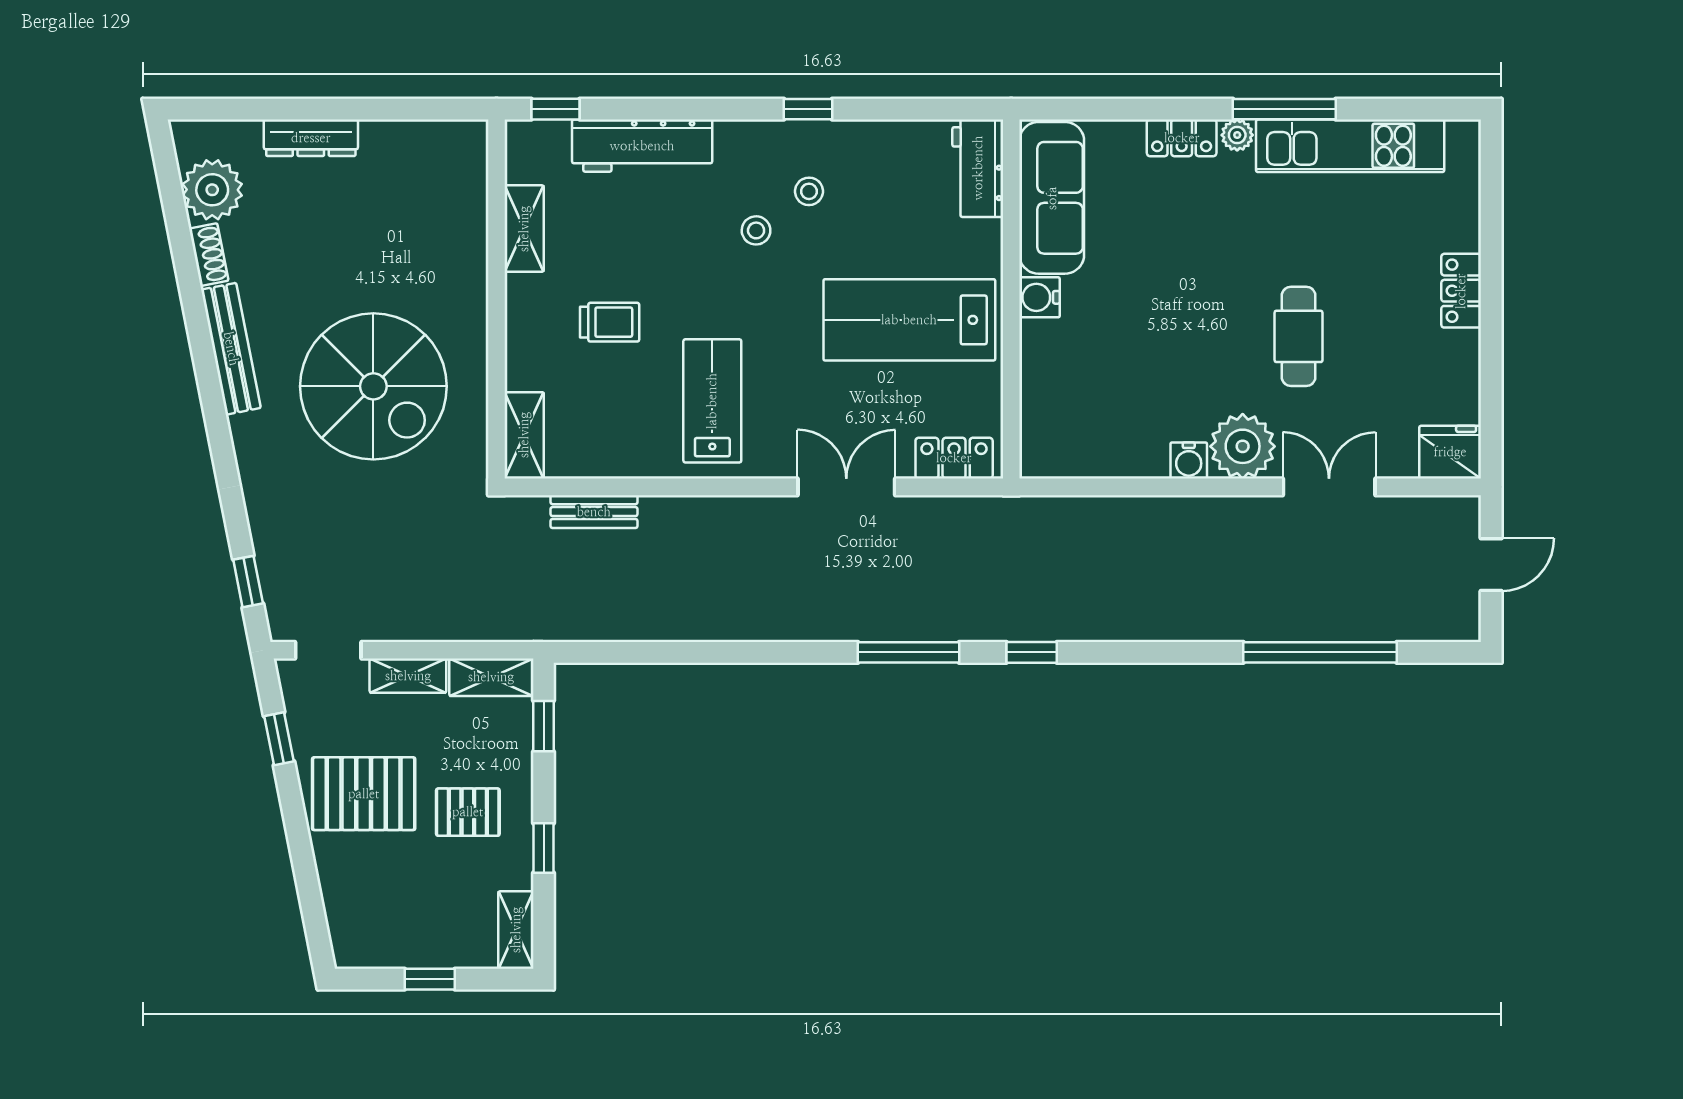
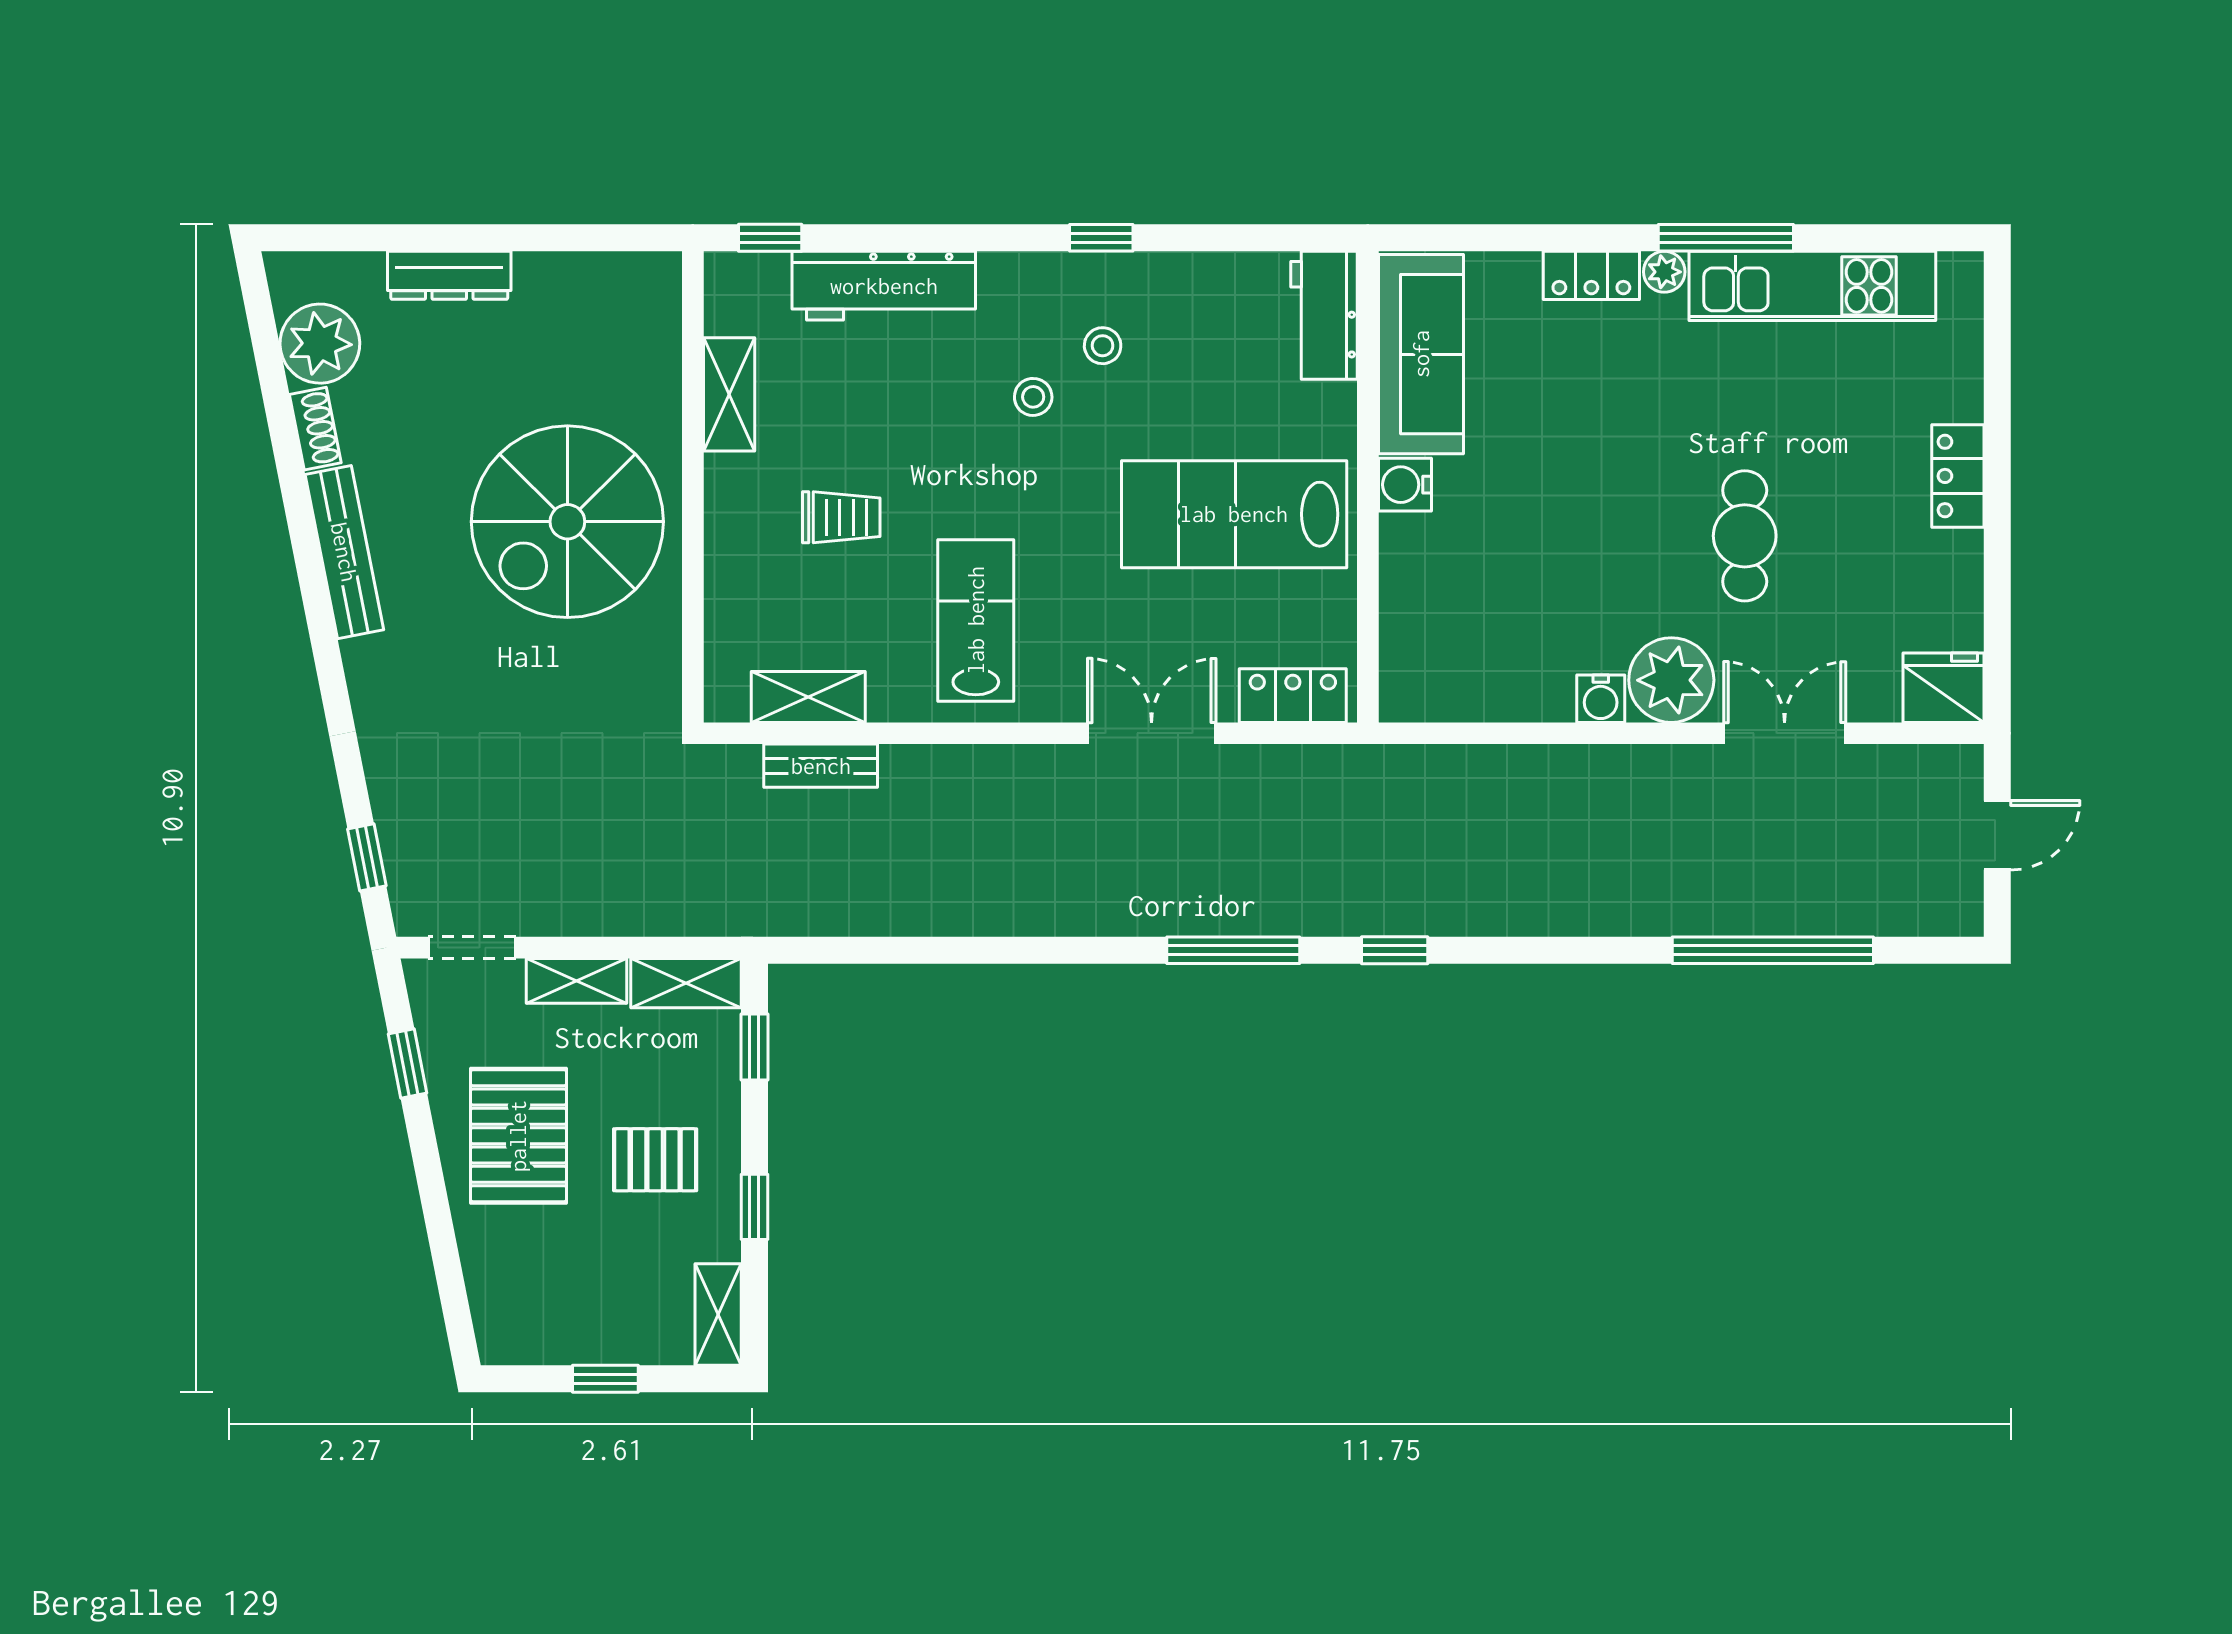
spiral stairs: (373, 386) -> (567, 522), moved, turned 90
shelving: (524, 435) -> (808, 697), moved, turned 90
pallet: (364, 794) -> (518, 1136), turned 90

